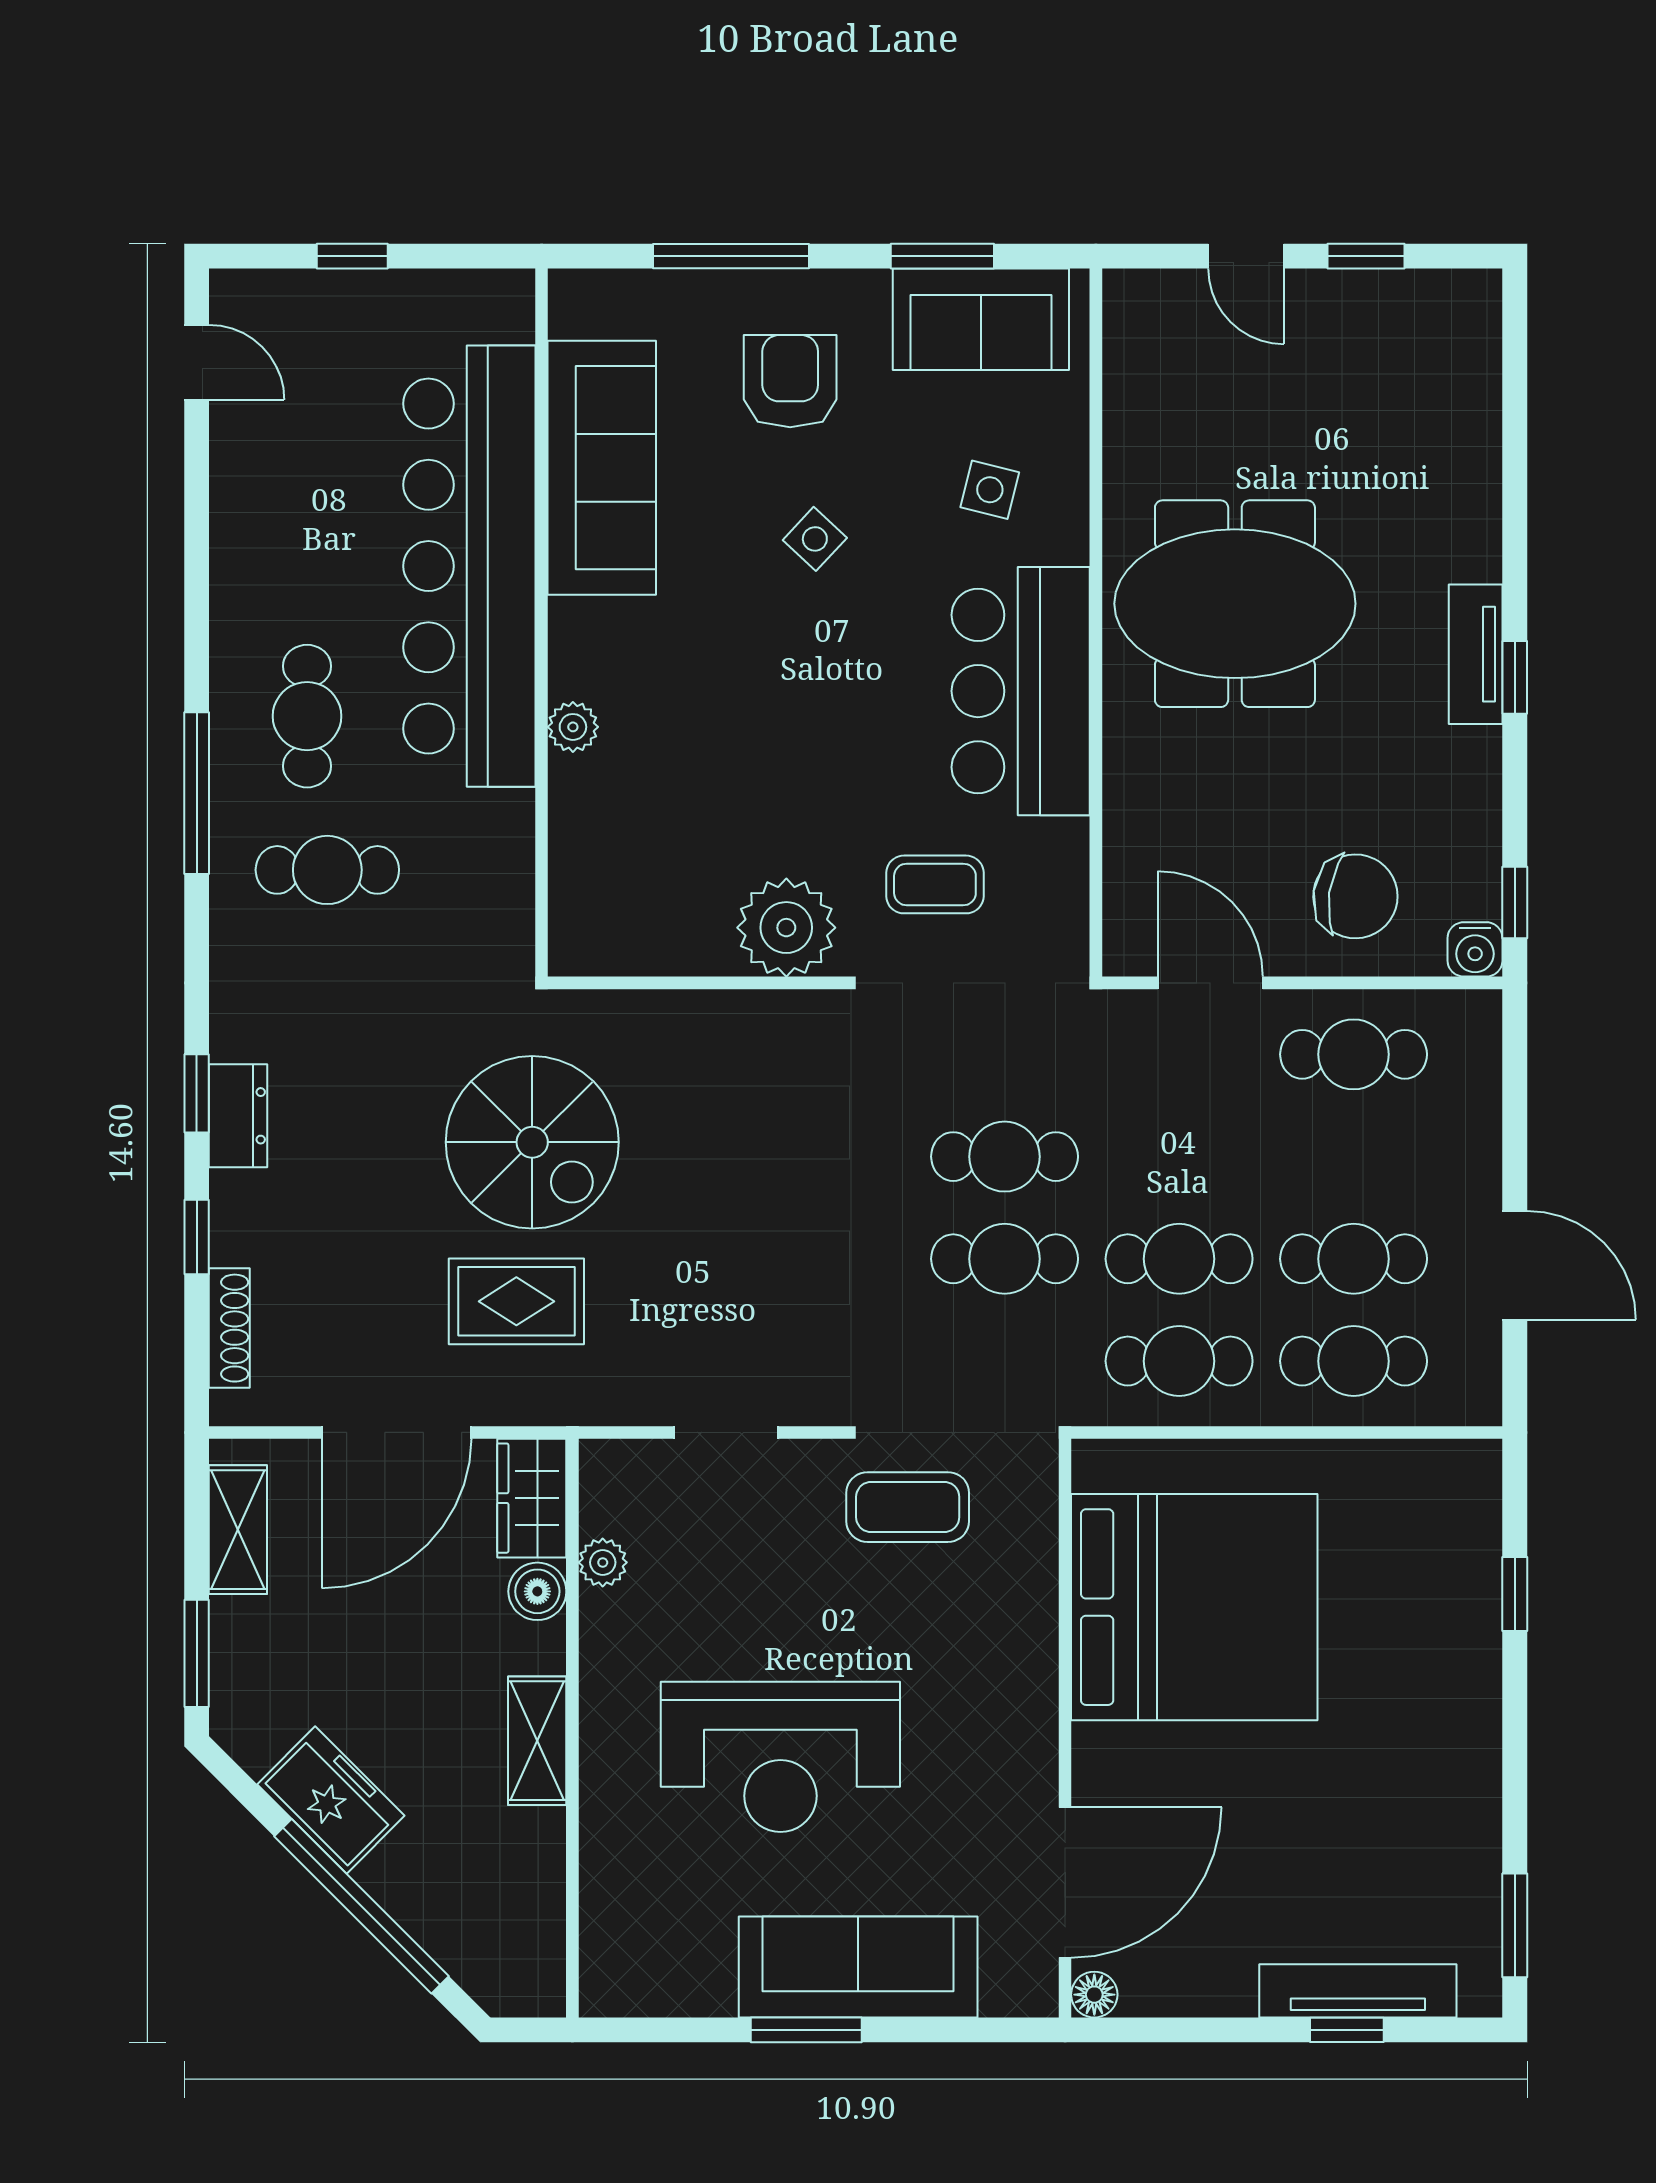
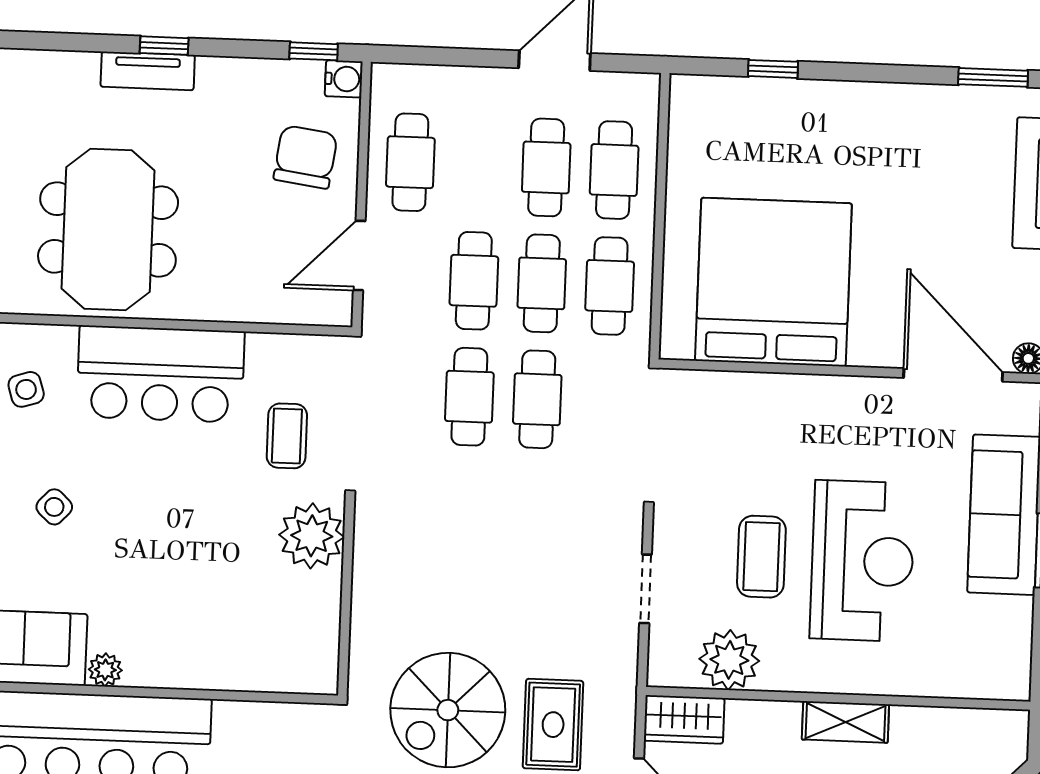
side table: (990, 490) -> (26, 389), turned -31
plant: (573, 727) -> (105, 670), moved
spiral stairs: (532, 1142) -> (448, 710), turned 180
cafe table: (1179, 1157) -> (474, 281), added
coffee table: (908, 1507) -> (761, 557), moved
plant: (603, 1562) -> (729, 660), width x1.87, depth x1.87
boiler: (537, 1591) -> (746, 718), removed

